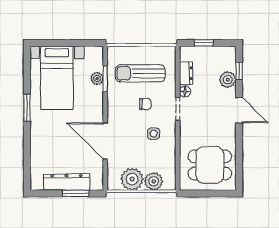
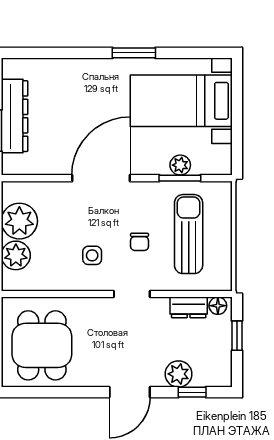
floor lamp: (185, 92) -> (218, 306), moved
door: (105, 141) -> (101, 178), moved

